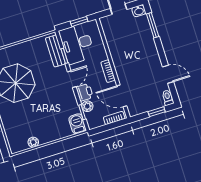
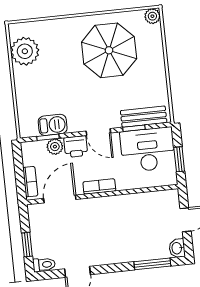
barbecue: (77, 124) -> (53, 125), moved
plant: (33, 142) -> (25, 51), width x1.88, depth x1.88

